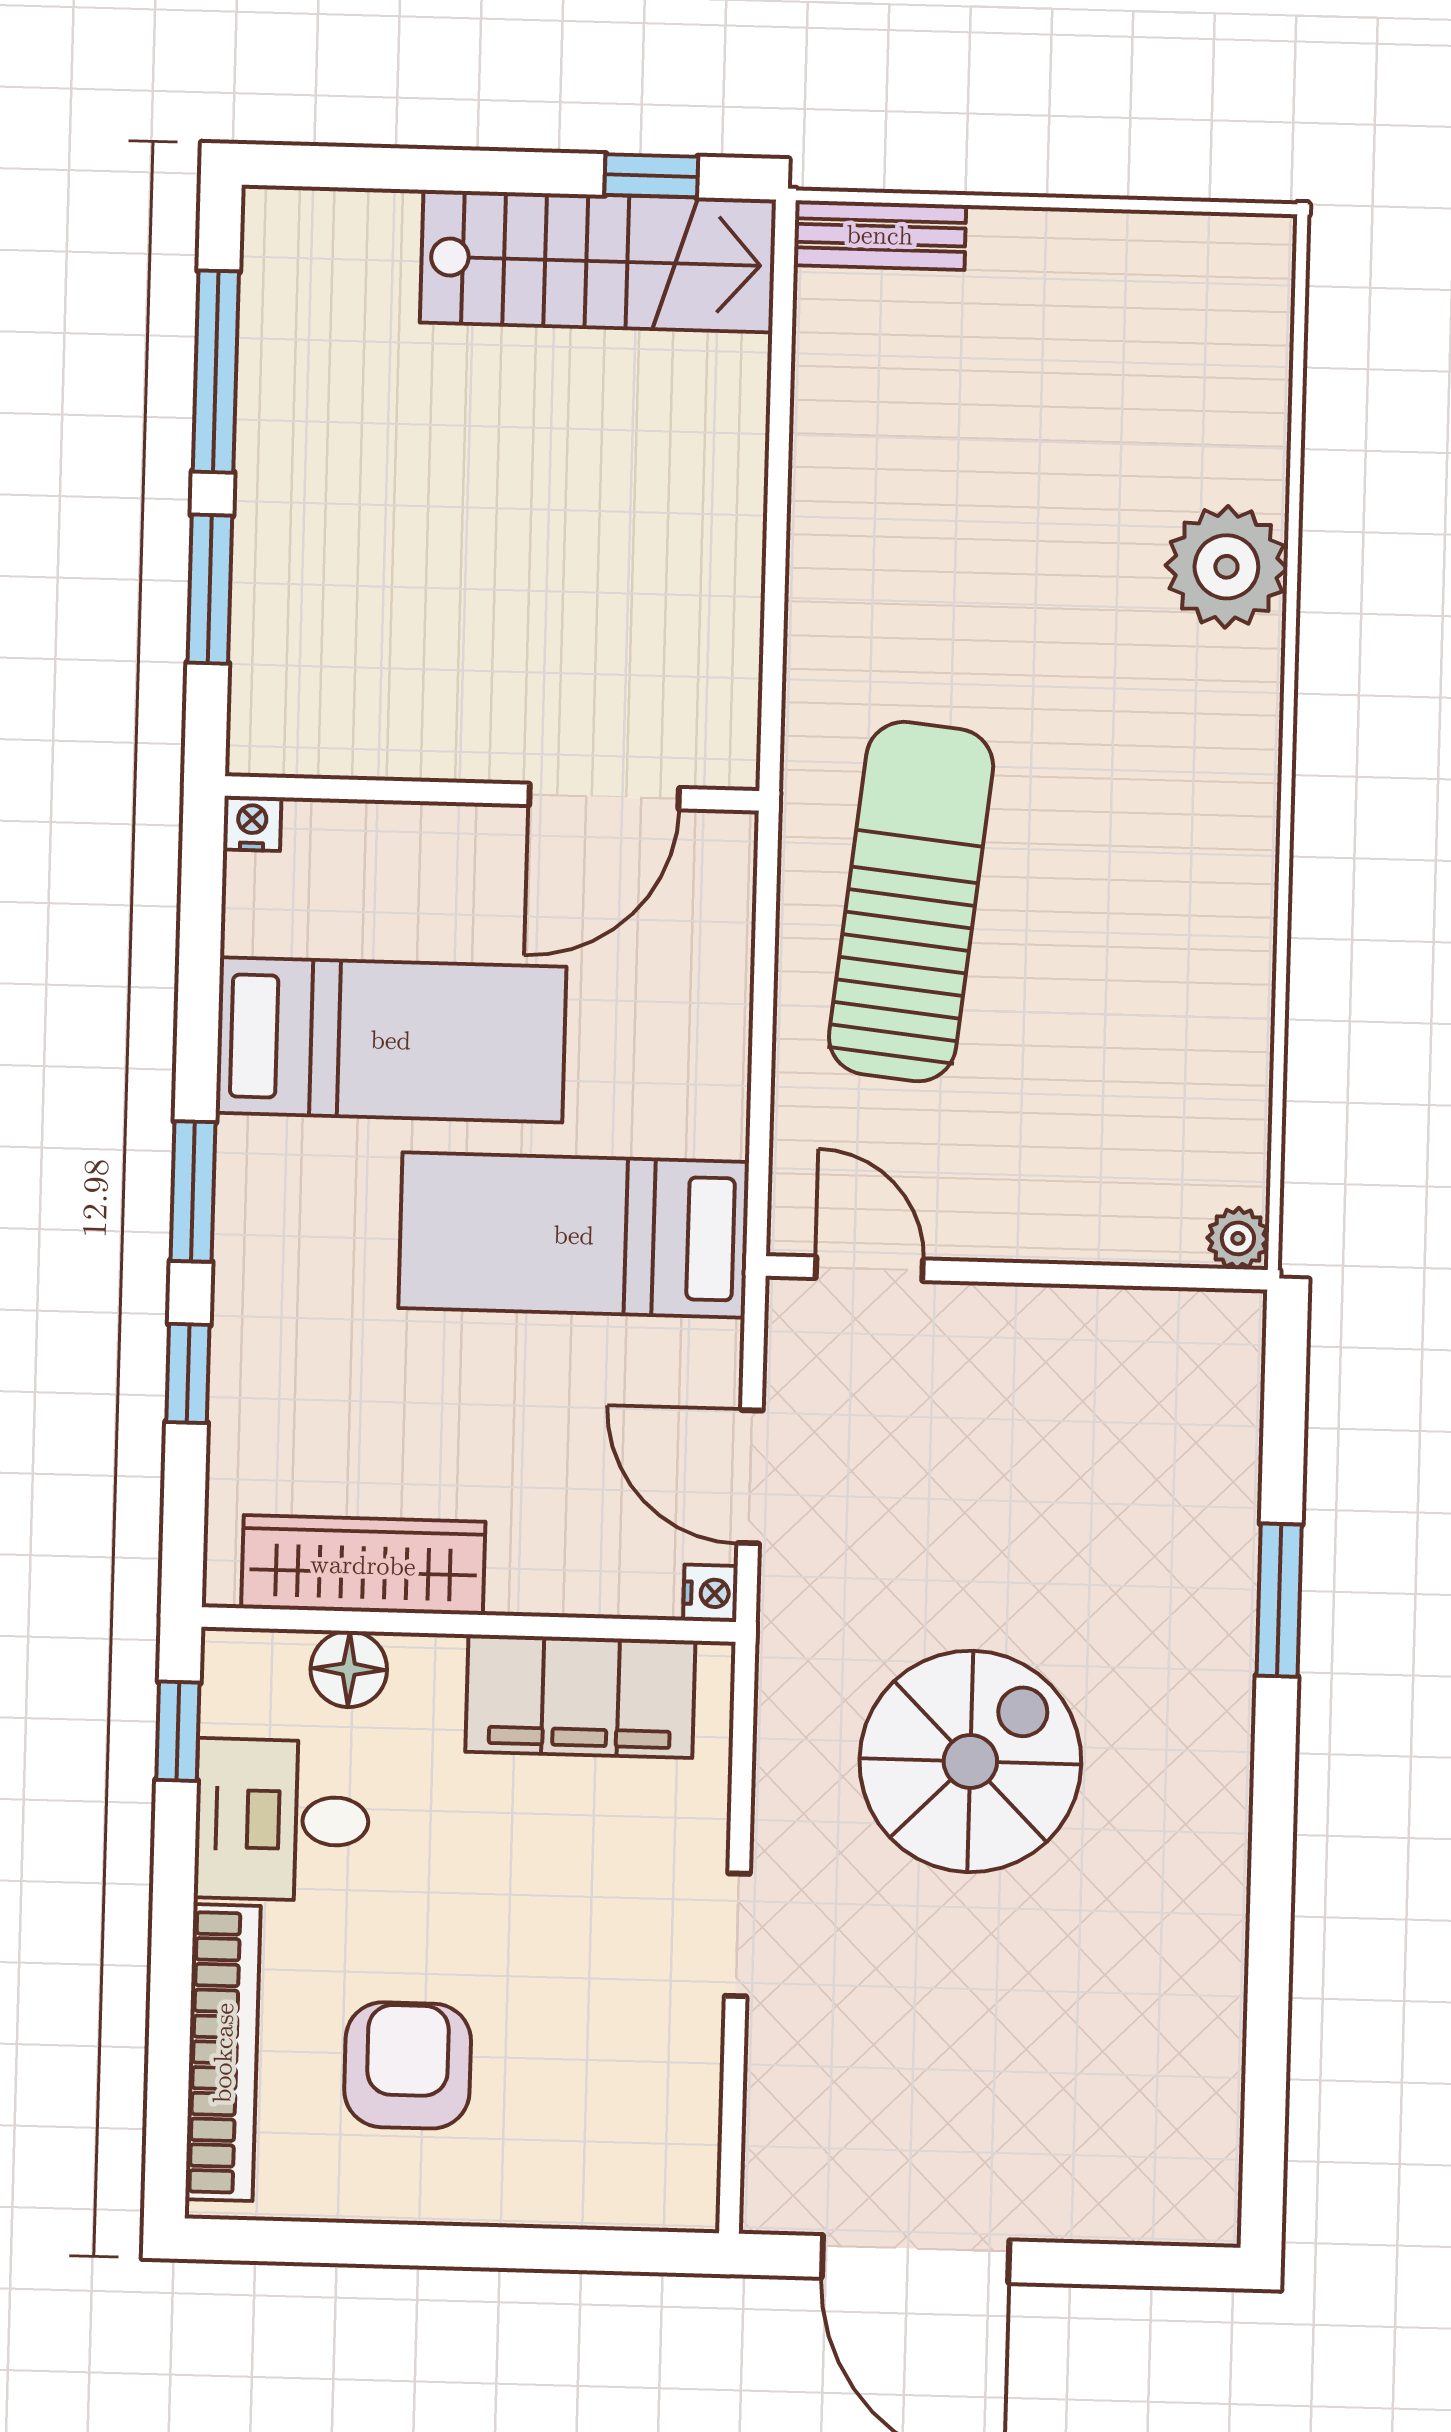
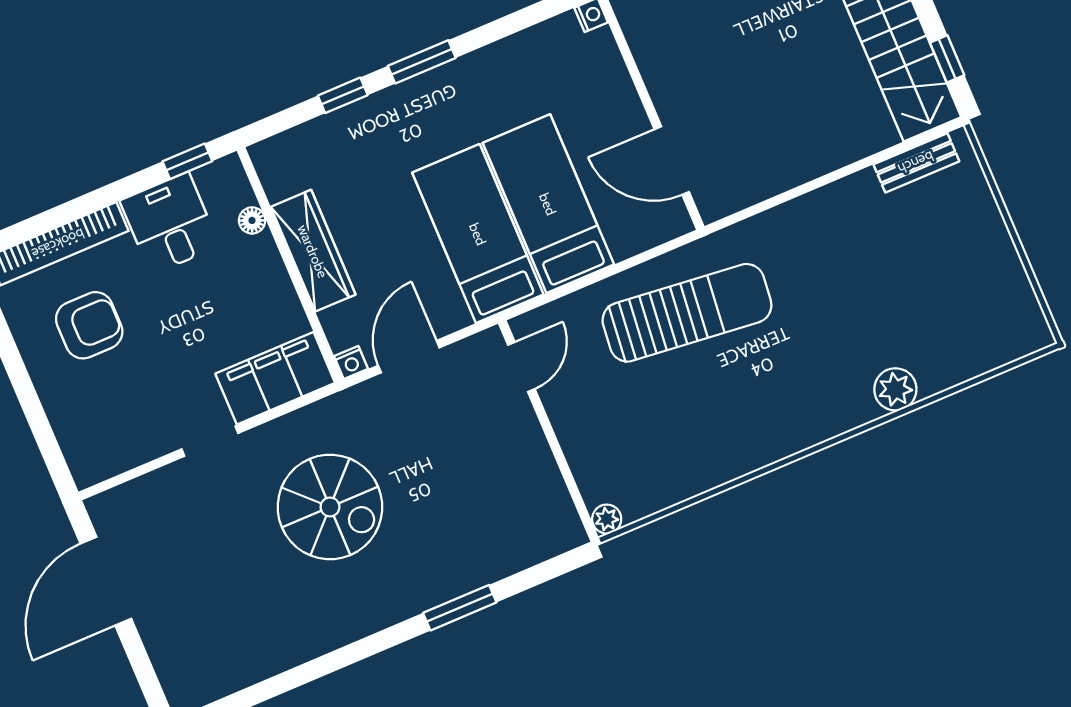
bench: (880, 235) -> (916, 163), moved, turned 90
plant: (1226, 567) -> (895, 389), width x0.73, depth x0.73
bed: (391, 1040) -> (548, 204), moved, turned 180
wardrobe: (363, 1565) -> (313, 251), moved
floor lamp: (349, 1669) -> (252, 220), width x0.73, depth x0.73
filing cabinet: (580, 1696) -> (275, 378), moved, turned 90

